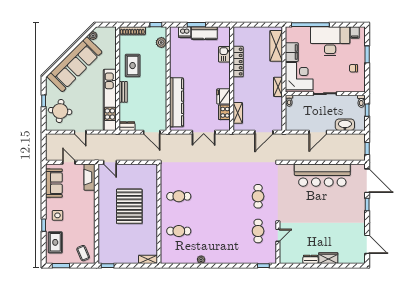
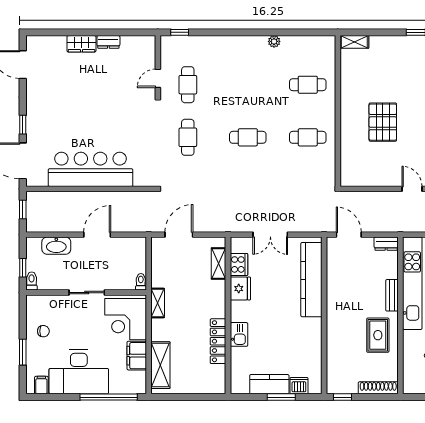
plant: (161, 42) -> (334, 370), removed
kitchen sink: (224, 54) -> (239, 334), moved
double door: (204, 132) -> (270, 235), swing flipped
cafe table: (218, 196) -> (248, 137), added
pallet: (129, 206) -> (383, 122), width x0.73, depth x0.71

